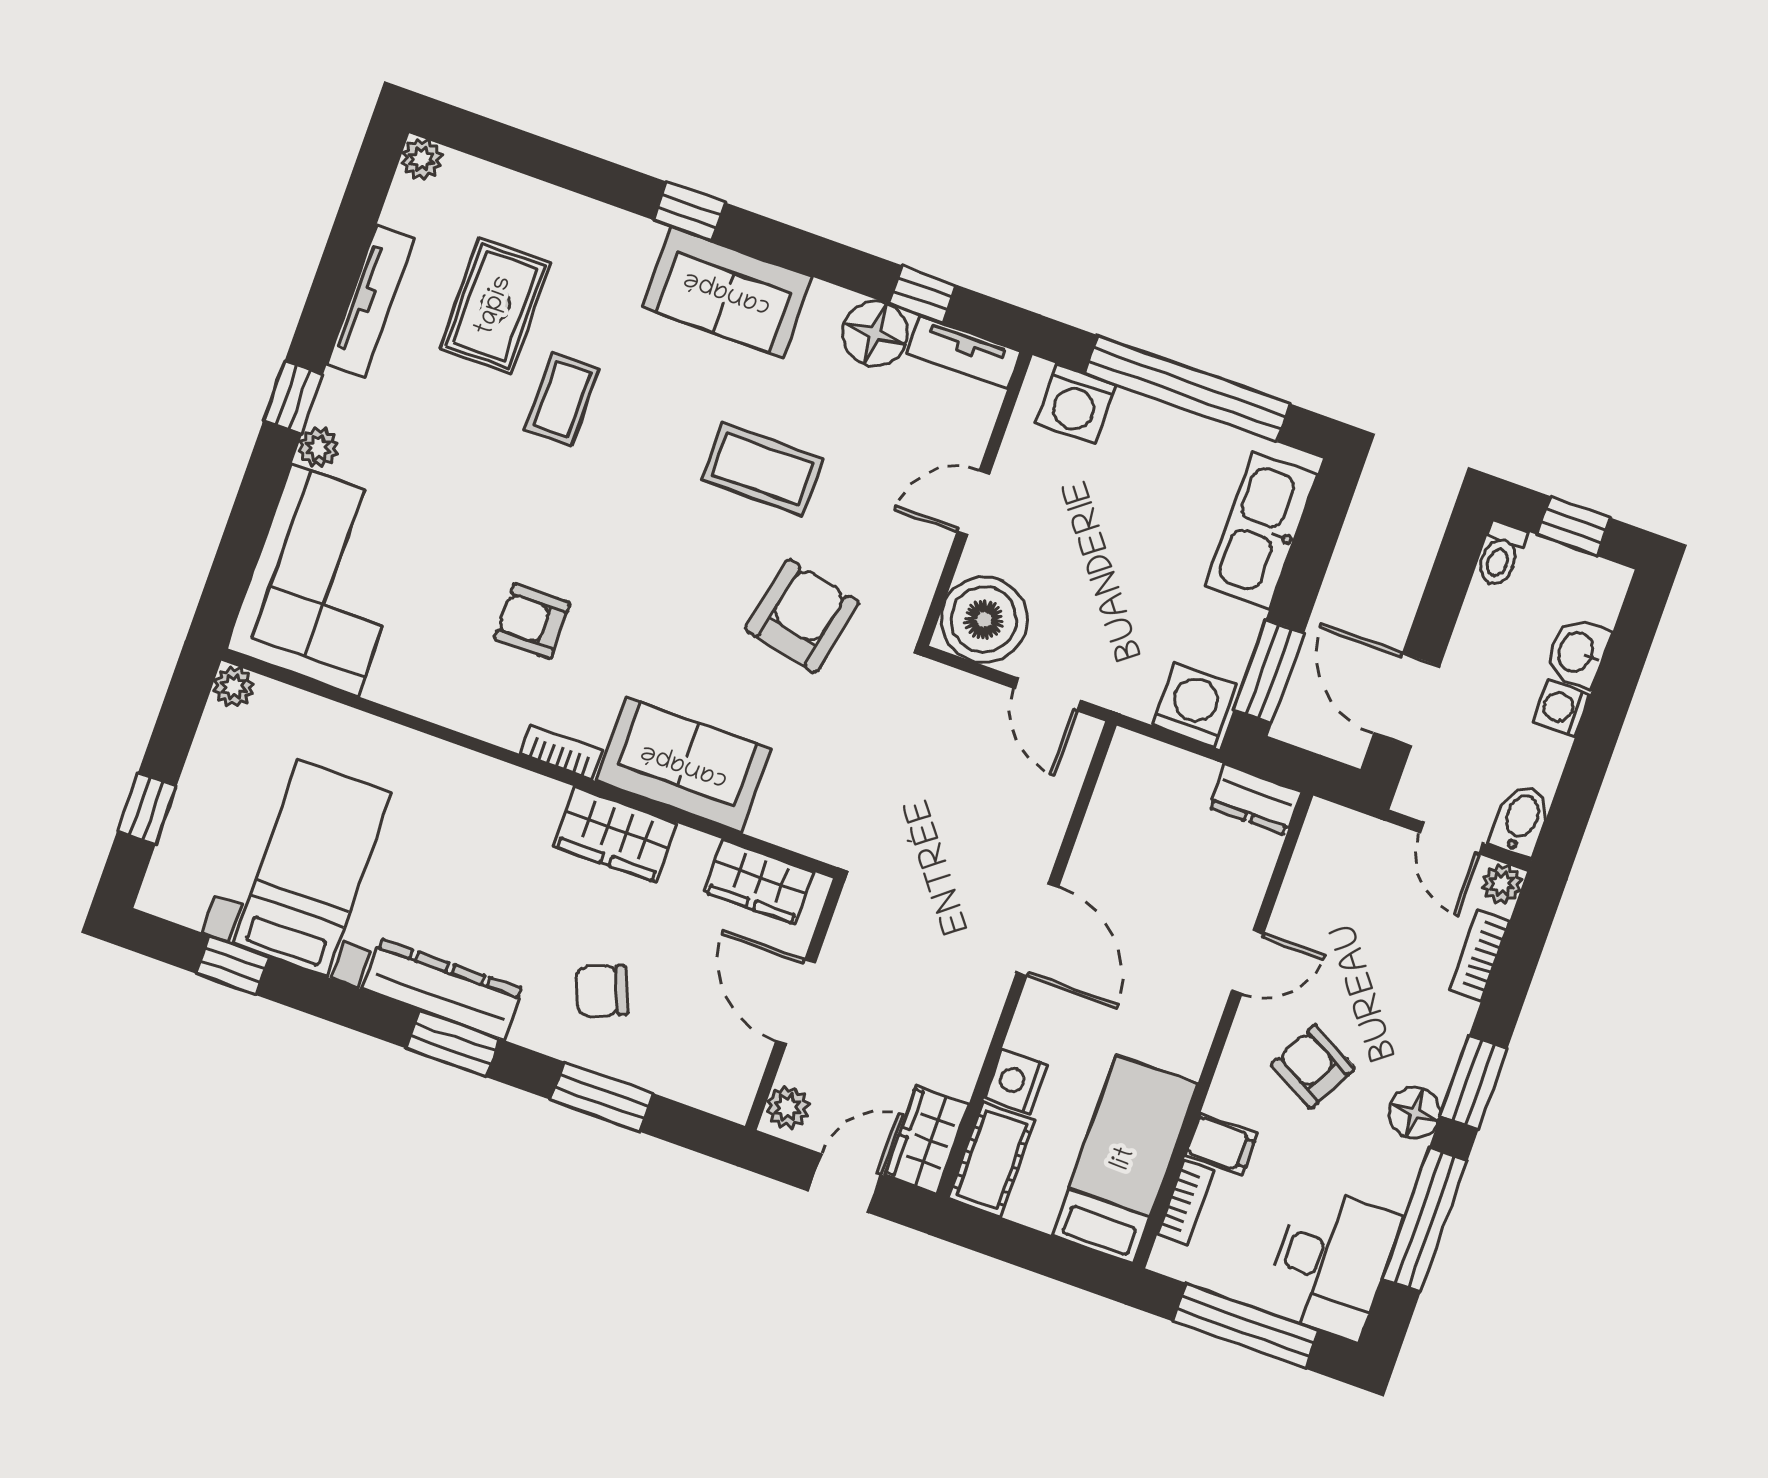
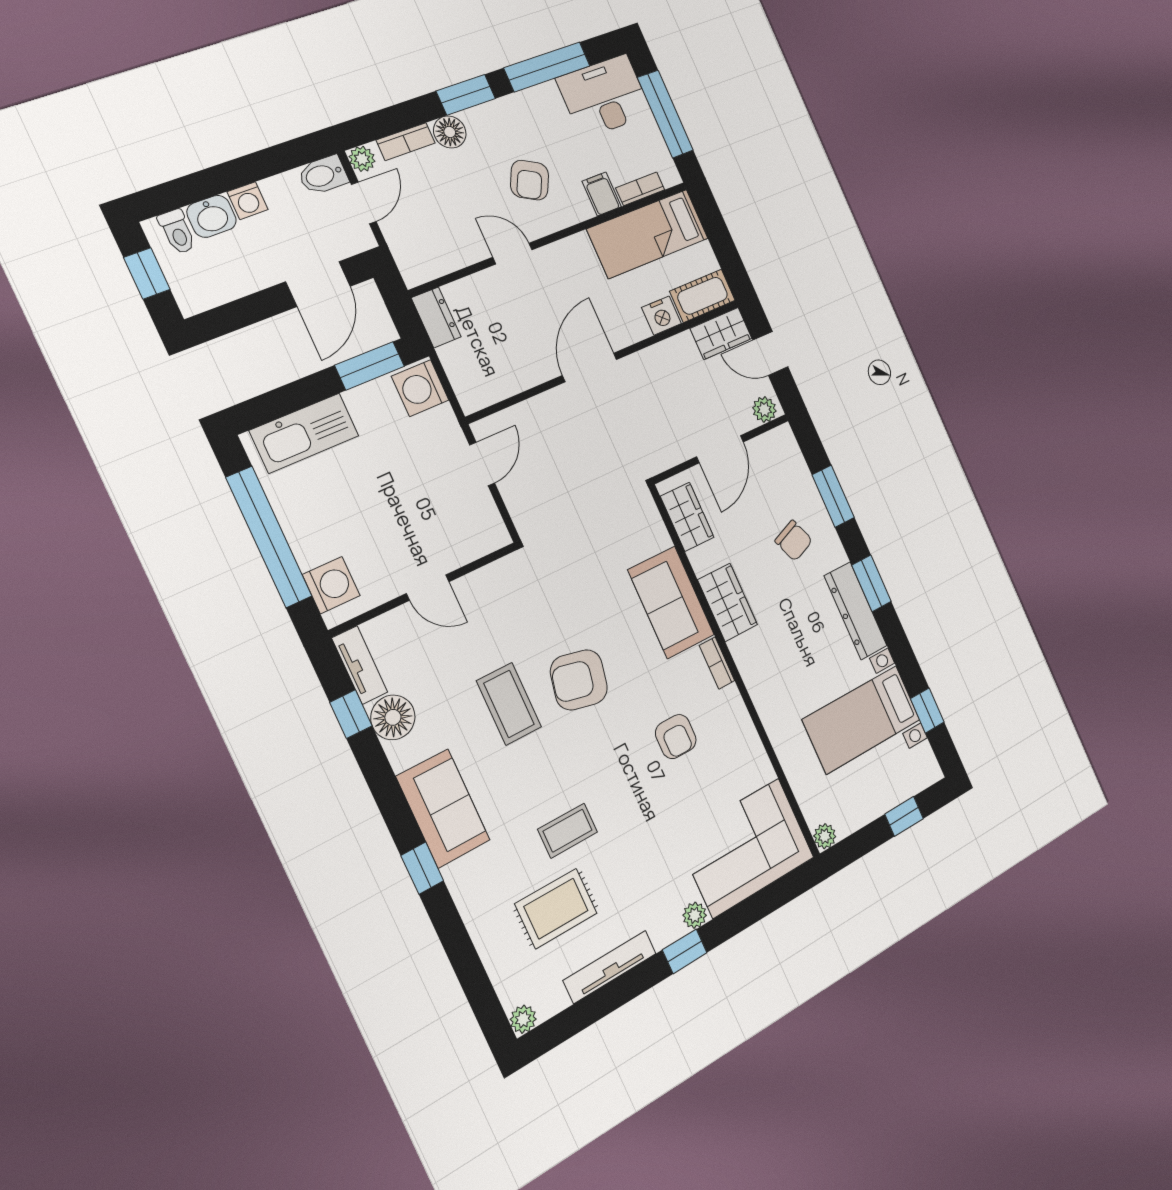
toilet: (1500, 554) -> (177, 232), moved, turned 90
armchair: (802, 616) -> (579, 680), moved
boiler: (984, 620) -> (477, 528), removed
floor lamp: (1414, 1113) -> (450, 132), moved

